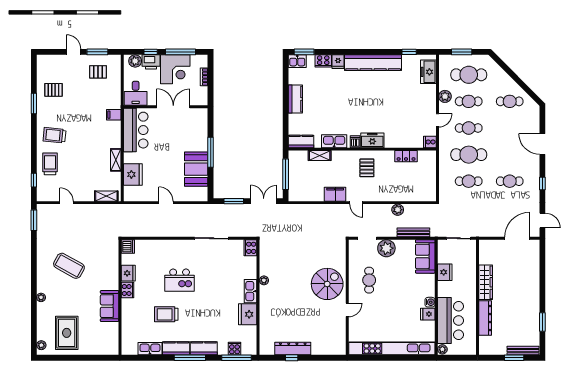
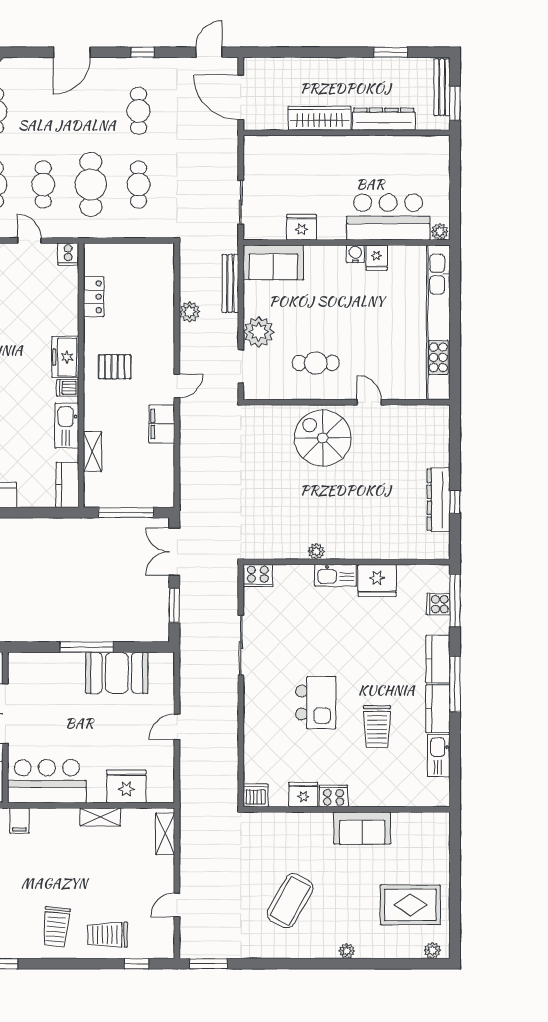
wardrobe: (486, 282) -> (320, 118), moved
wall: (478, 297) -> (347, 133), moved
dresser: (485, 318) -> (384, 119), moved

